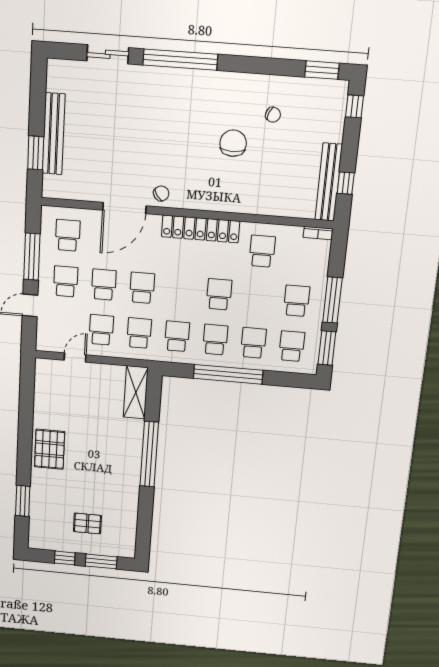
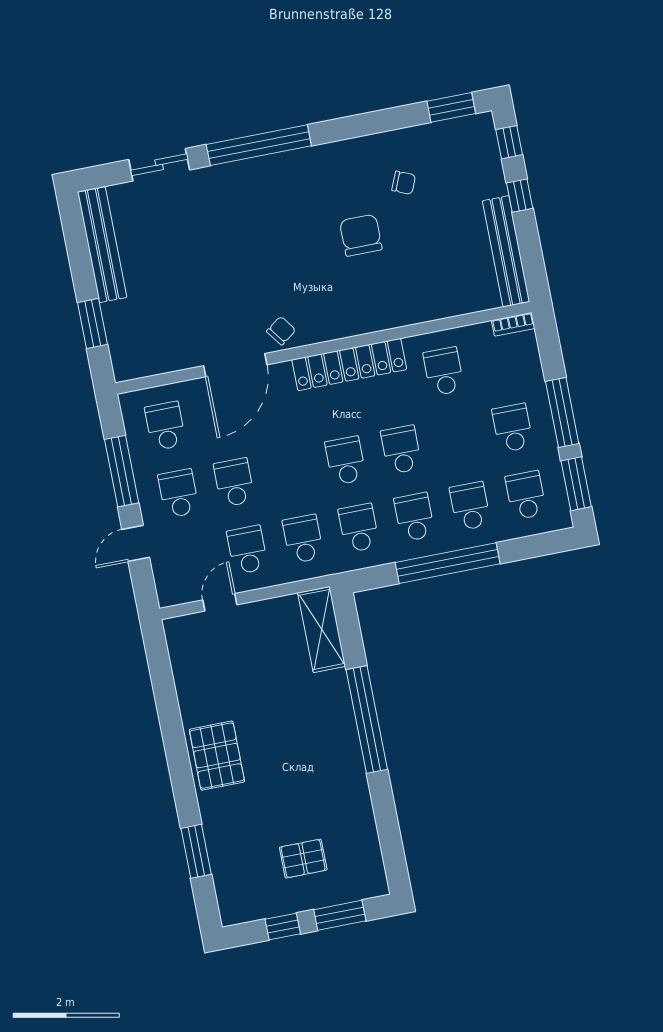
bench: (54, 134) -> (102, 245), moved
window: (346, 183) -> (520, 196), moved
school desk: (142, 288) -> (346, 461), moved

